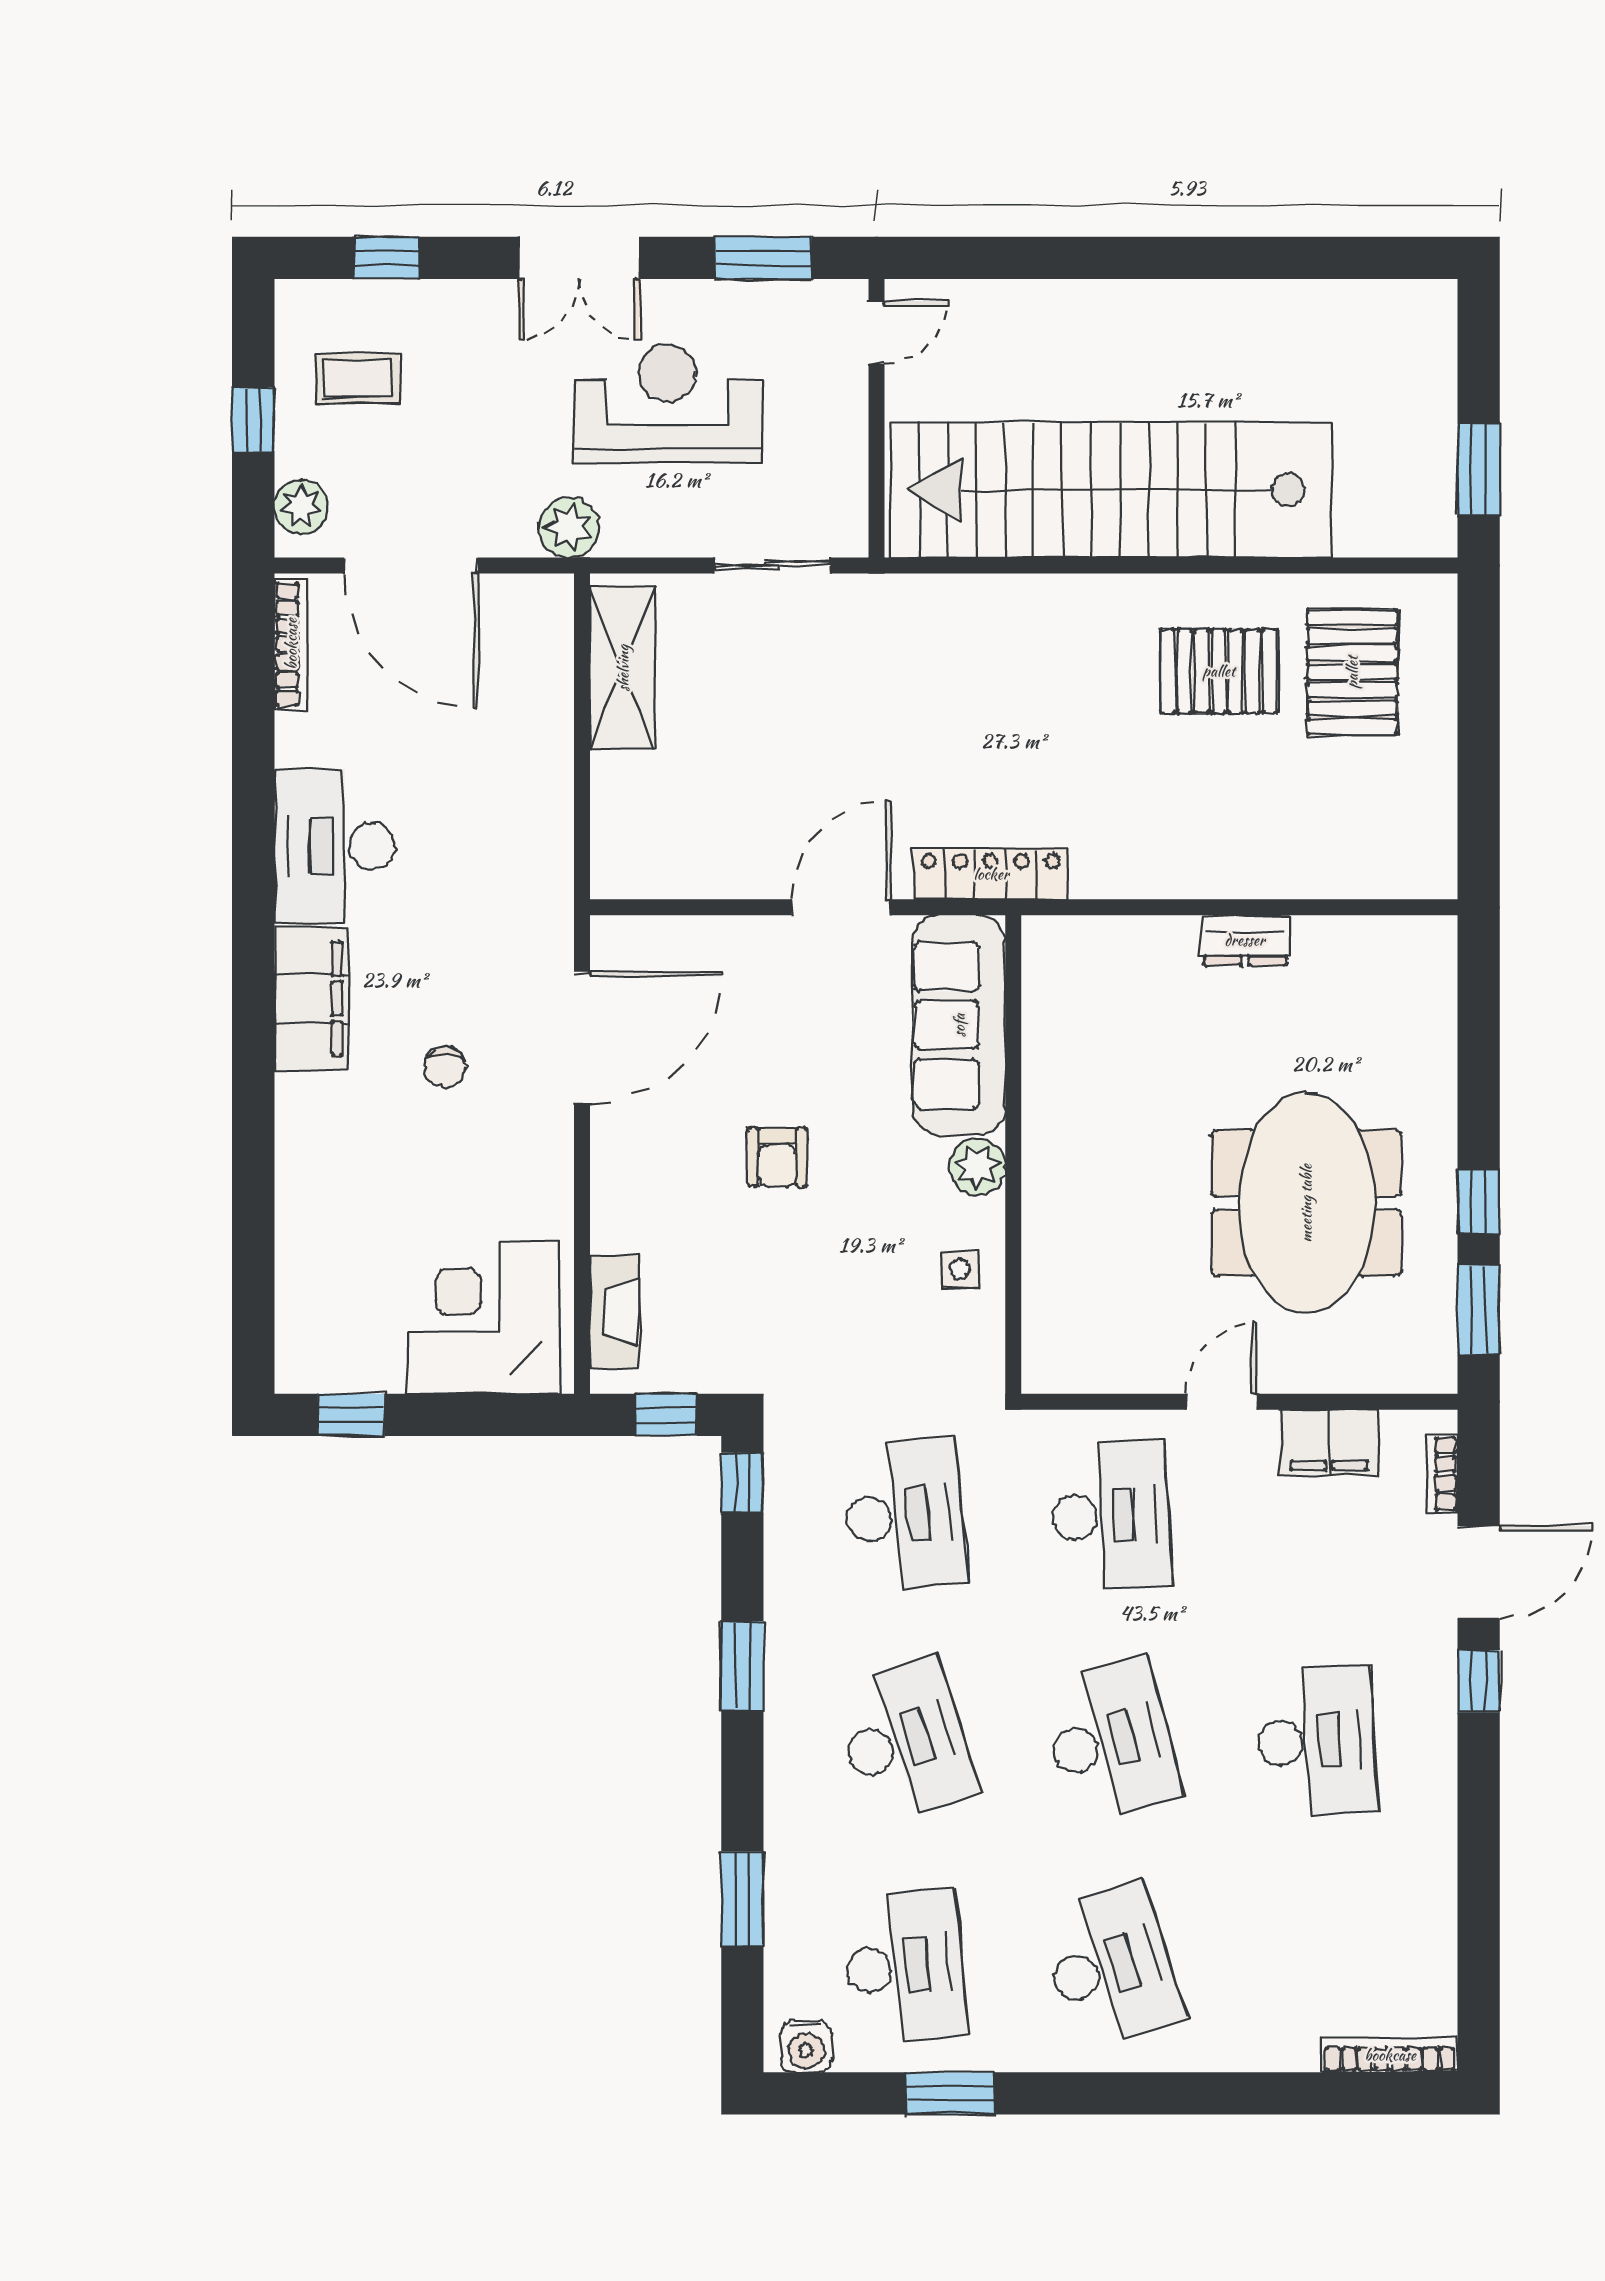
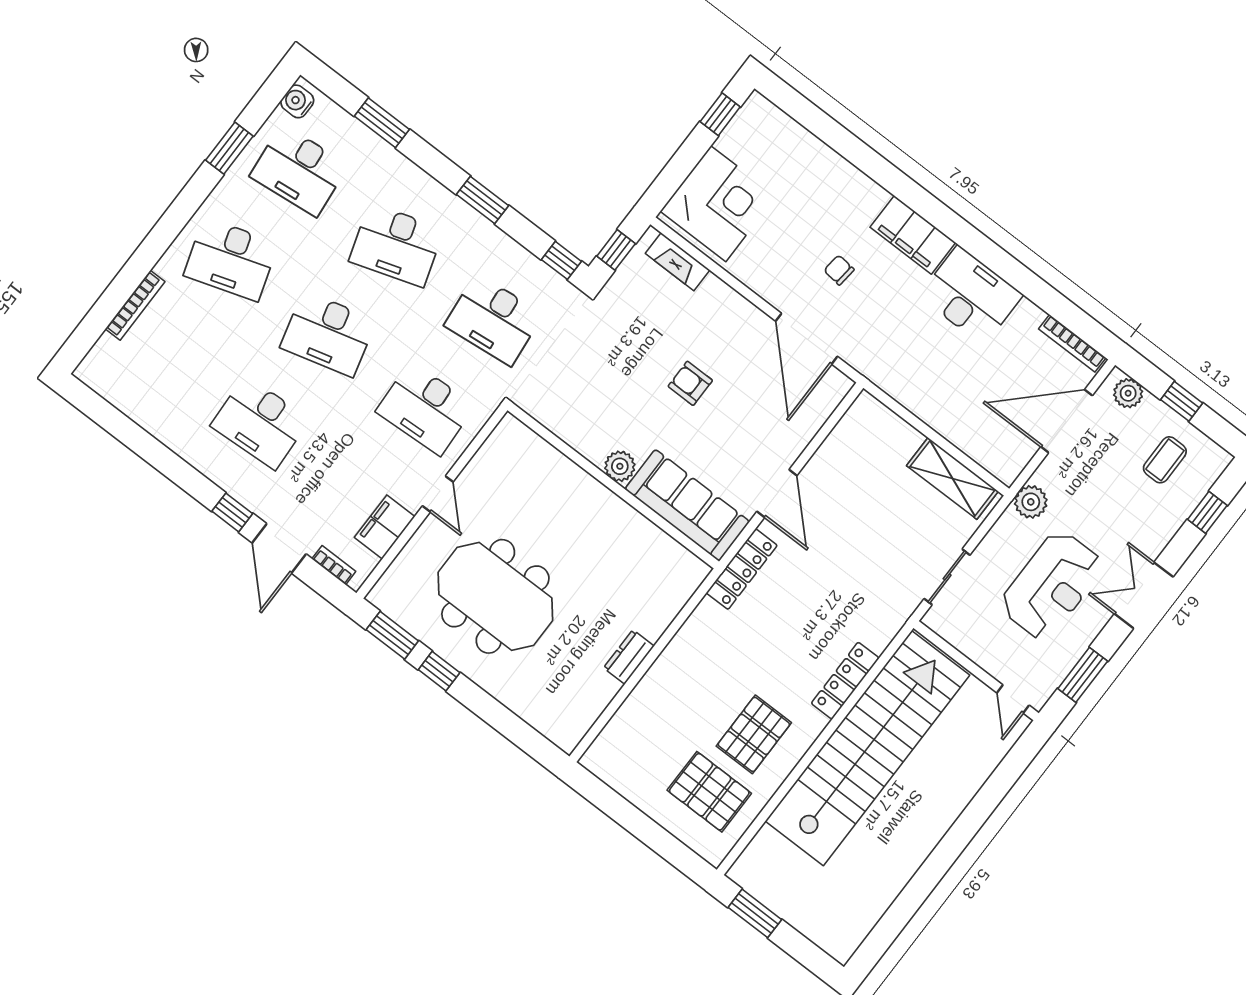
locker: (1038, 598) -> (845, 681), added
side table: (960, 1269) -> (582, 425), removed
bookcase: (1390, 2055) -> (135, 305), moved

